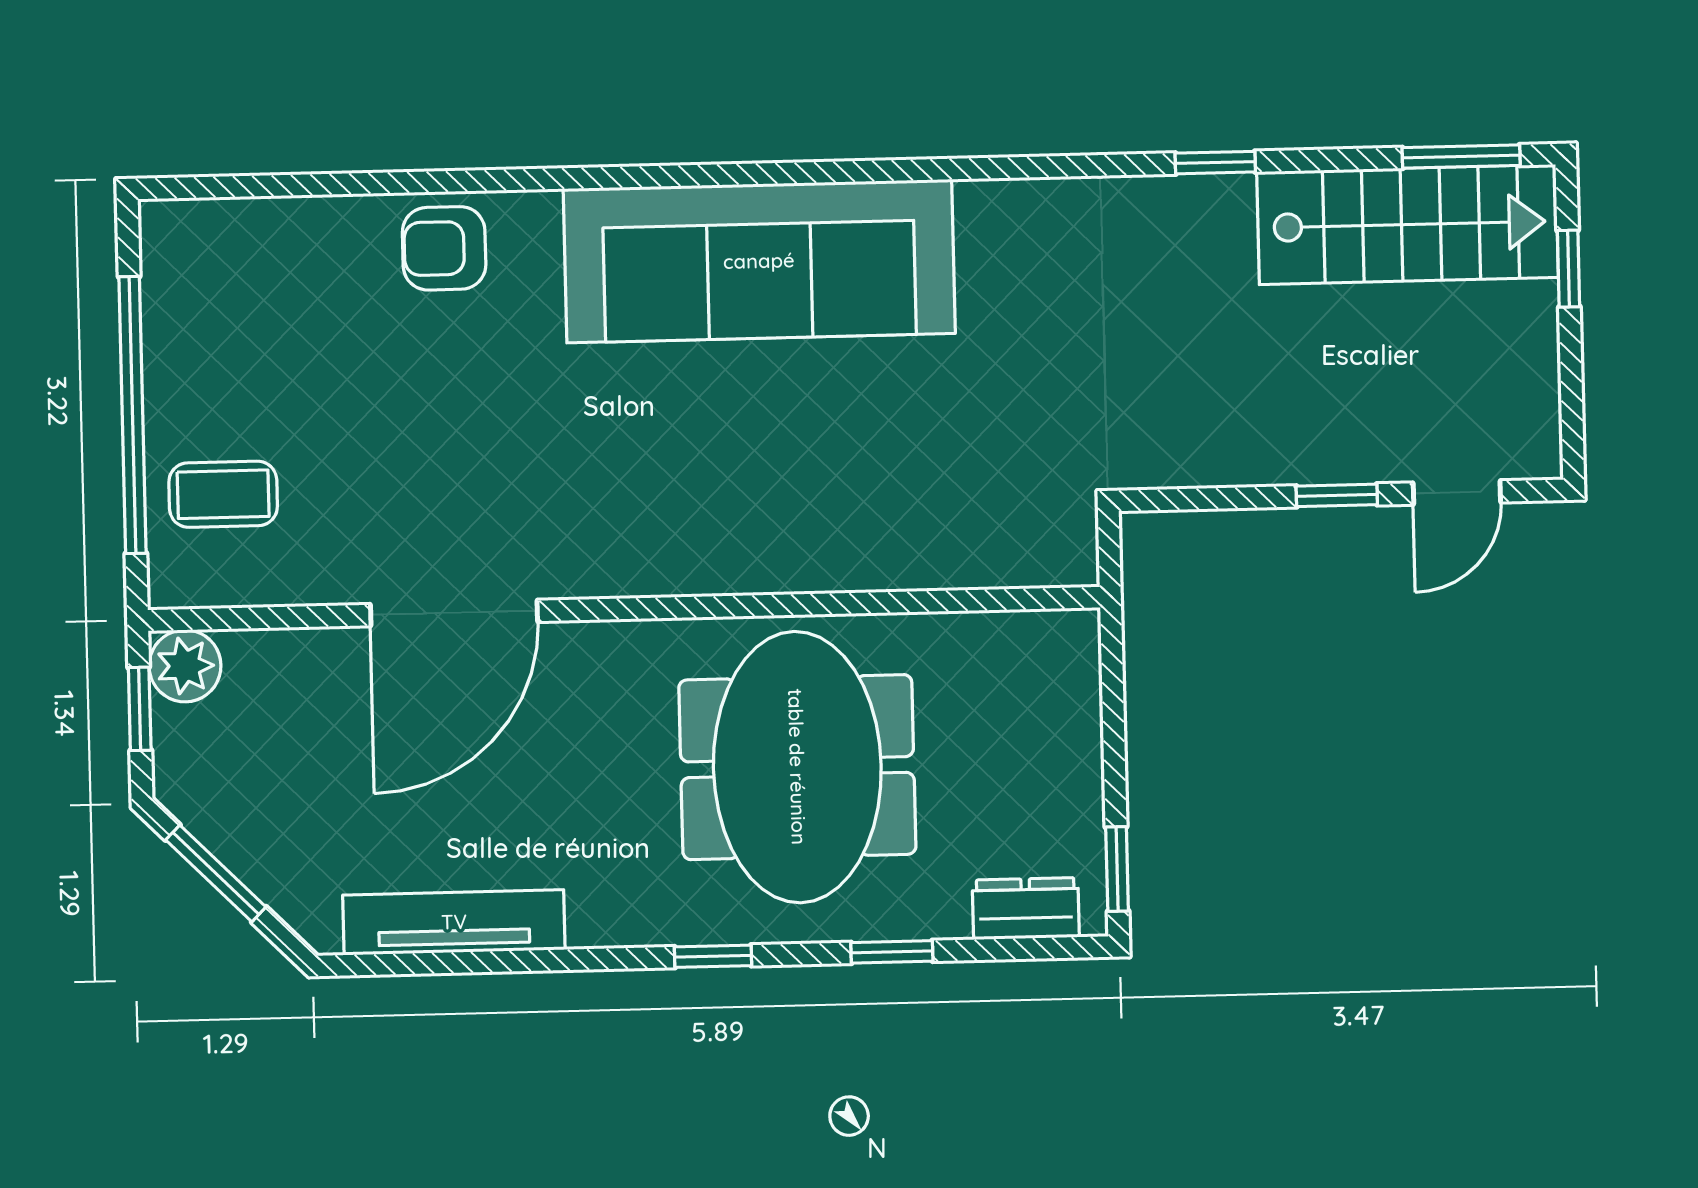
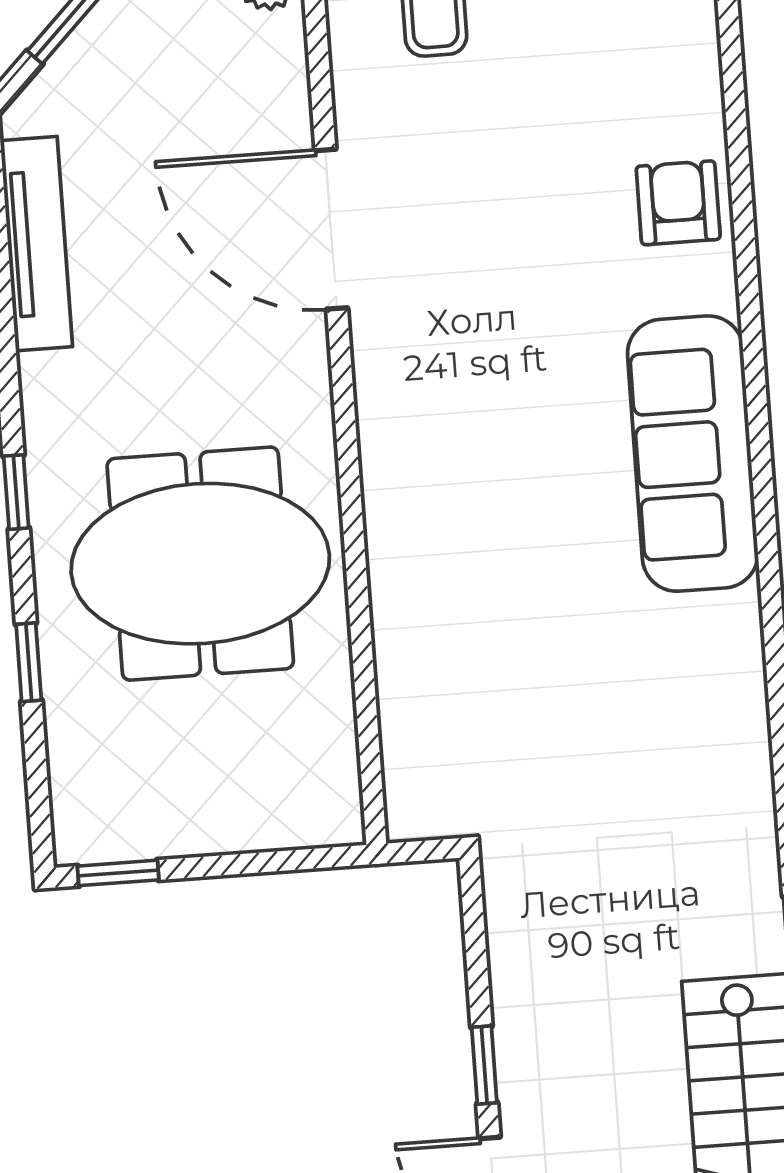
sofa: (759, 261) -> (693, 454), width x0.74, depth x0.79
dresser: (1026, 909) -> (76, 788), removed

